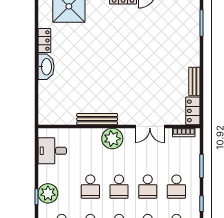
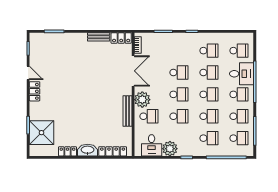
locker: (44, 100) -> (113, 151), added
double door: (150, 126) -> (133, 71), width x1.37
school desk: (176, 187) -> (149, 116), moved
plant: (48, 193) -> (170, 149), moved

